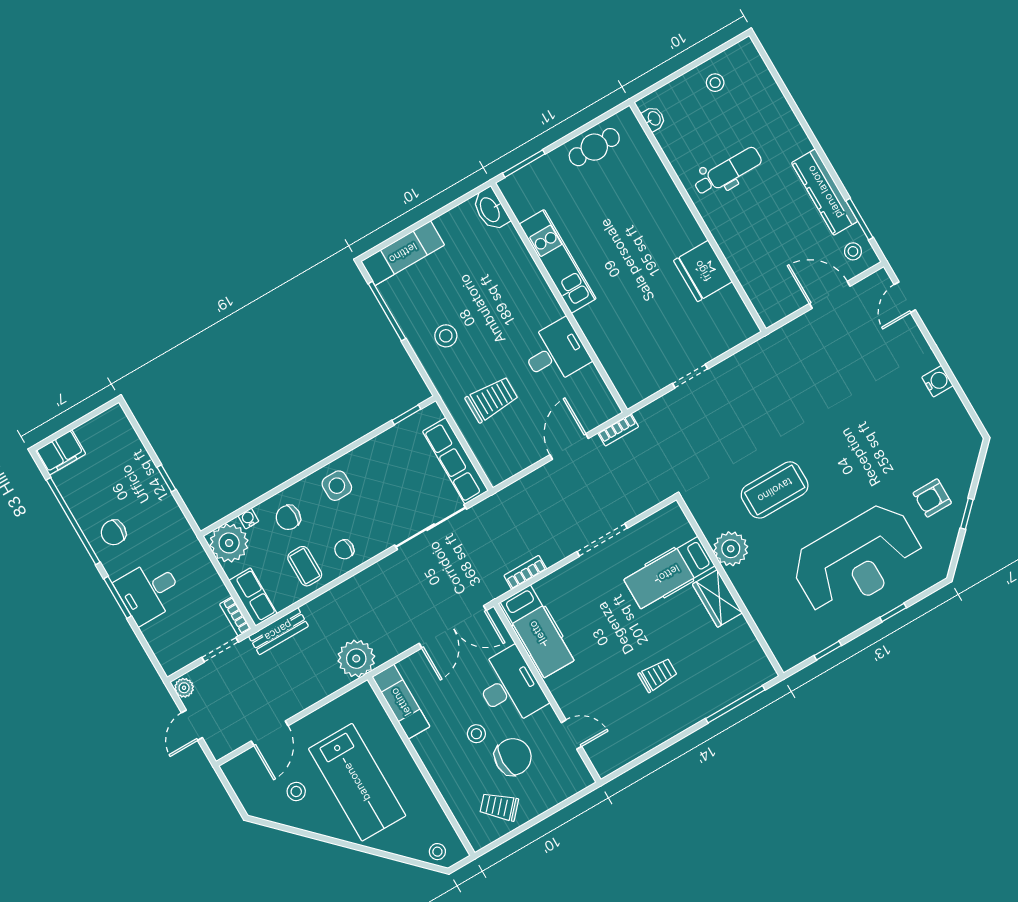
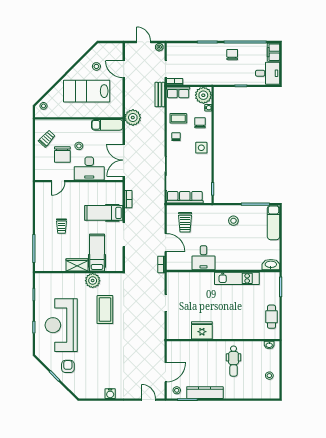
trolley: (492, 399) -> (185, 222), moved
desk: (149, 591) -> (268, 73), moved, turned 90
hospital bed: (537, 631) -> (104, 213), moved

